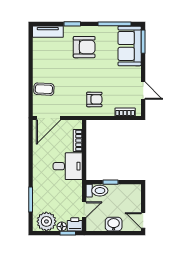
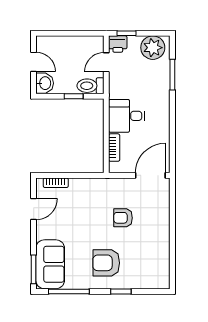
tv unit: (48, 32) -> (151, 282), removed
coffee table: (44, 89) -> (156, 211), removed
door: (143, 91) -> (34, 209), swing flipped
armchair: (94, 99) -> (123, 218), moved
door: (143, 221) -> (34, 62), moved
washbasin: (114, 224) -> (45, 83), moved, turned -90
floor lamp: (62, 227) -> (134, 41), removed

